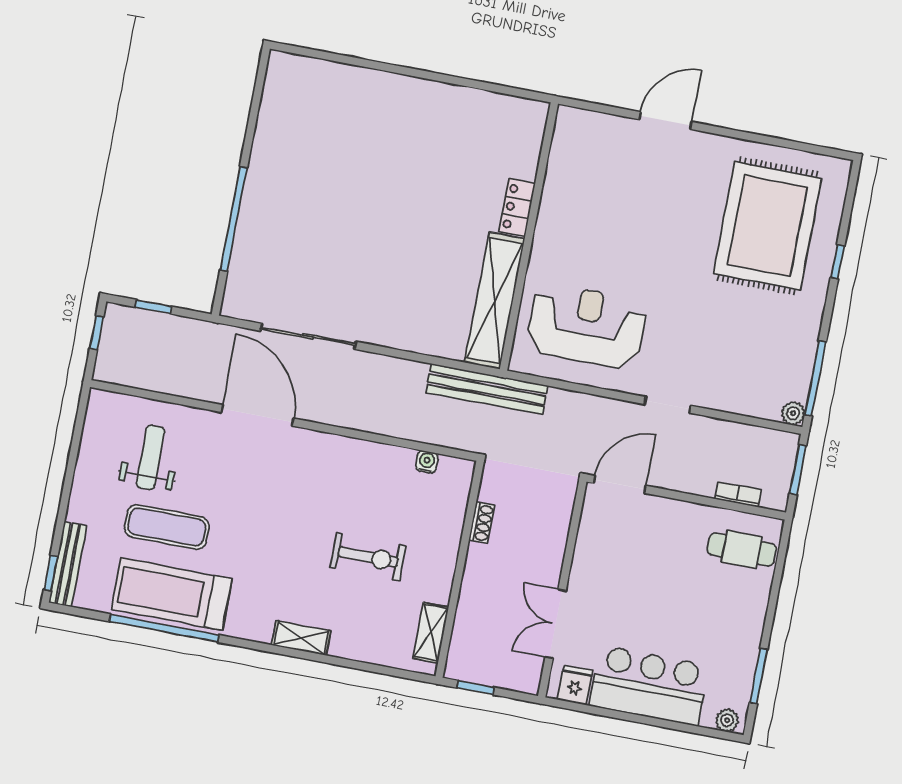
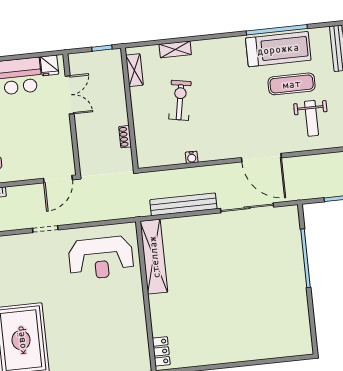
locker: (517, 207) -> (161, 351), moved
bench: (487, 389) -> (183, 204), moved
water cooler: (427, 462) -> (192, 157), moved
exercise bike: (368, 557) -> (180, 100), turned 100
shelving: (301, 638) -> (175, 49), moved

